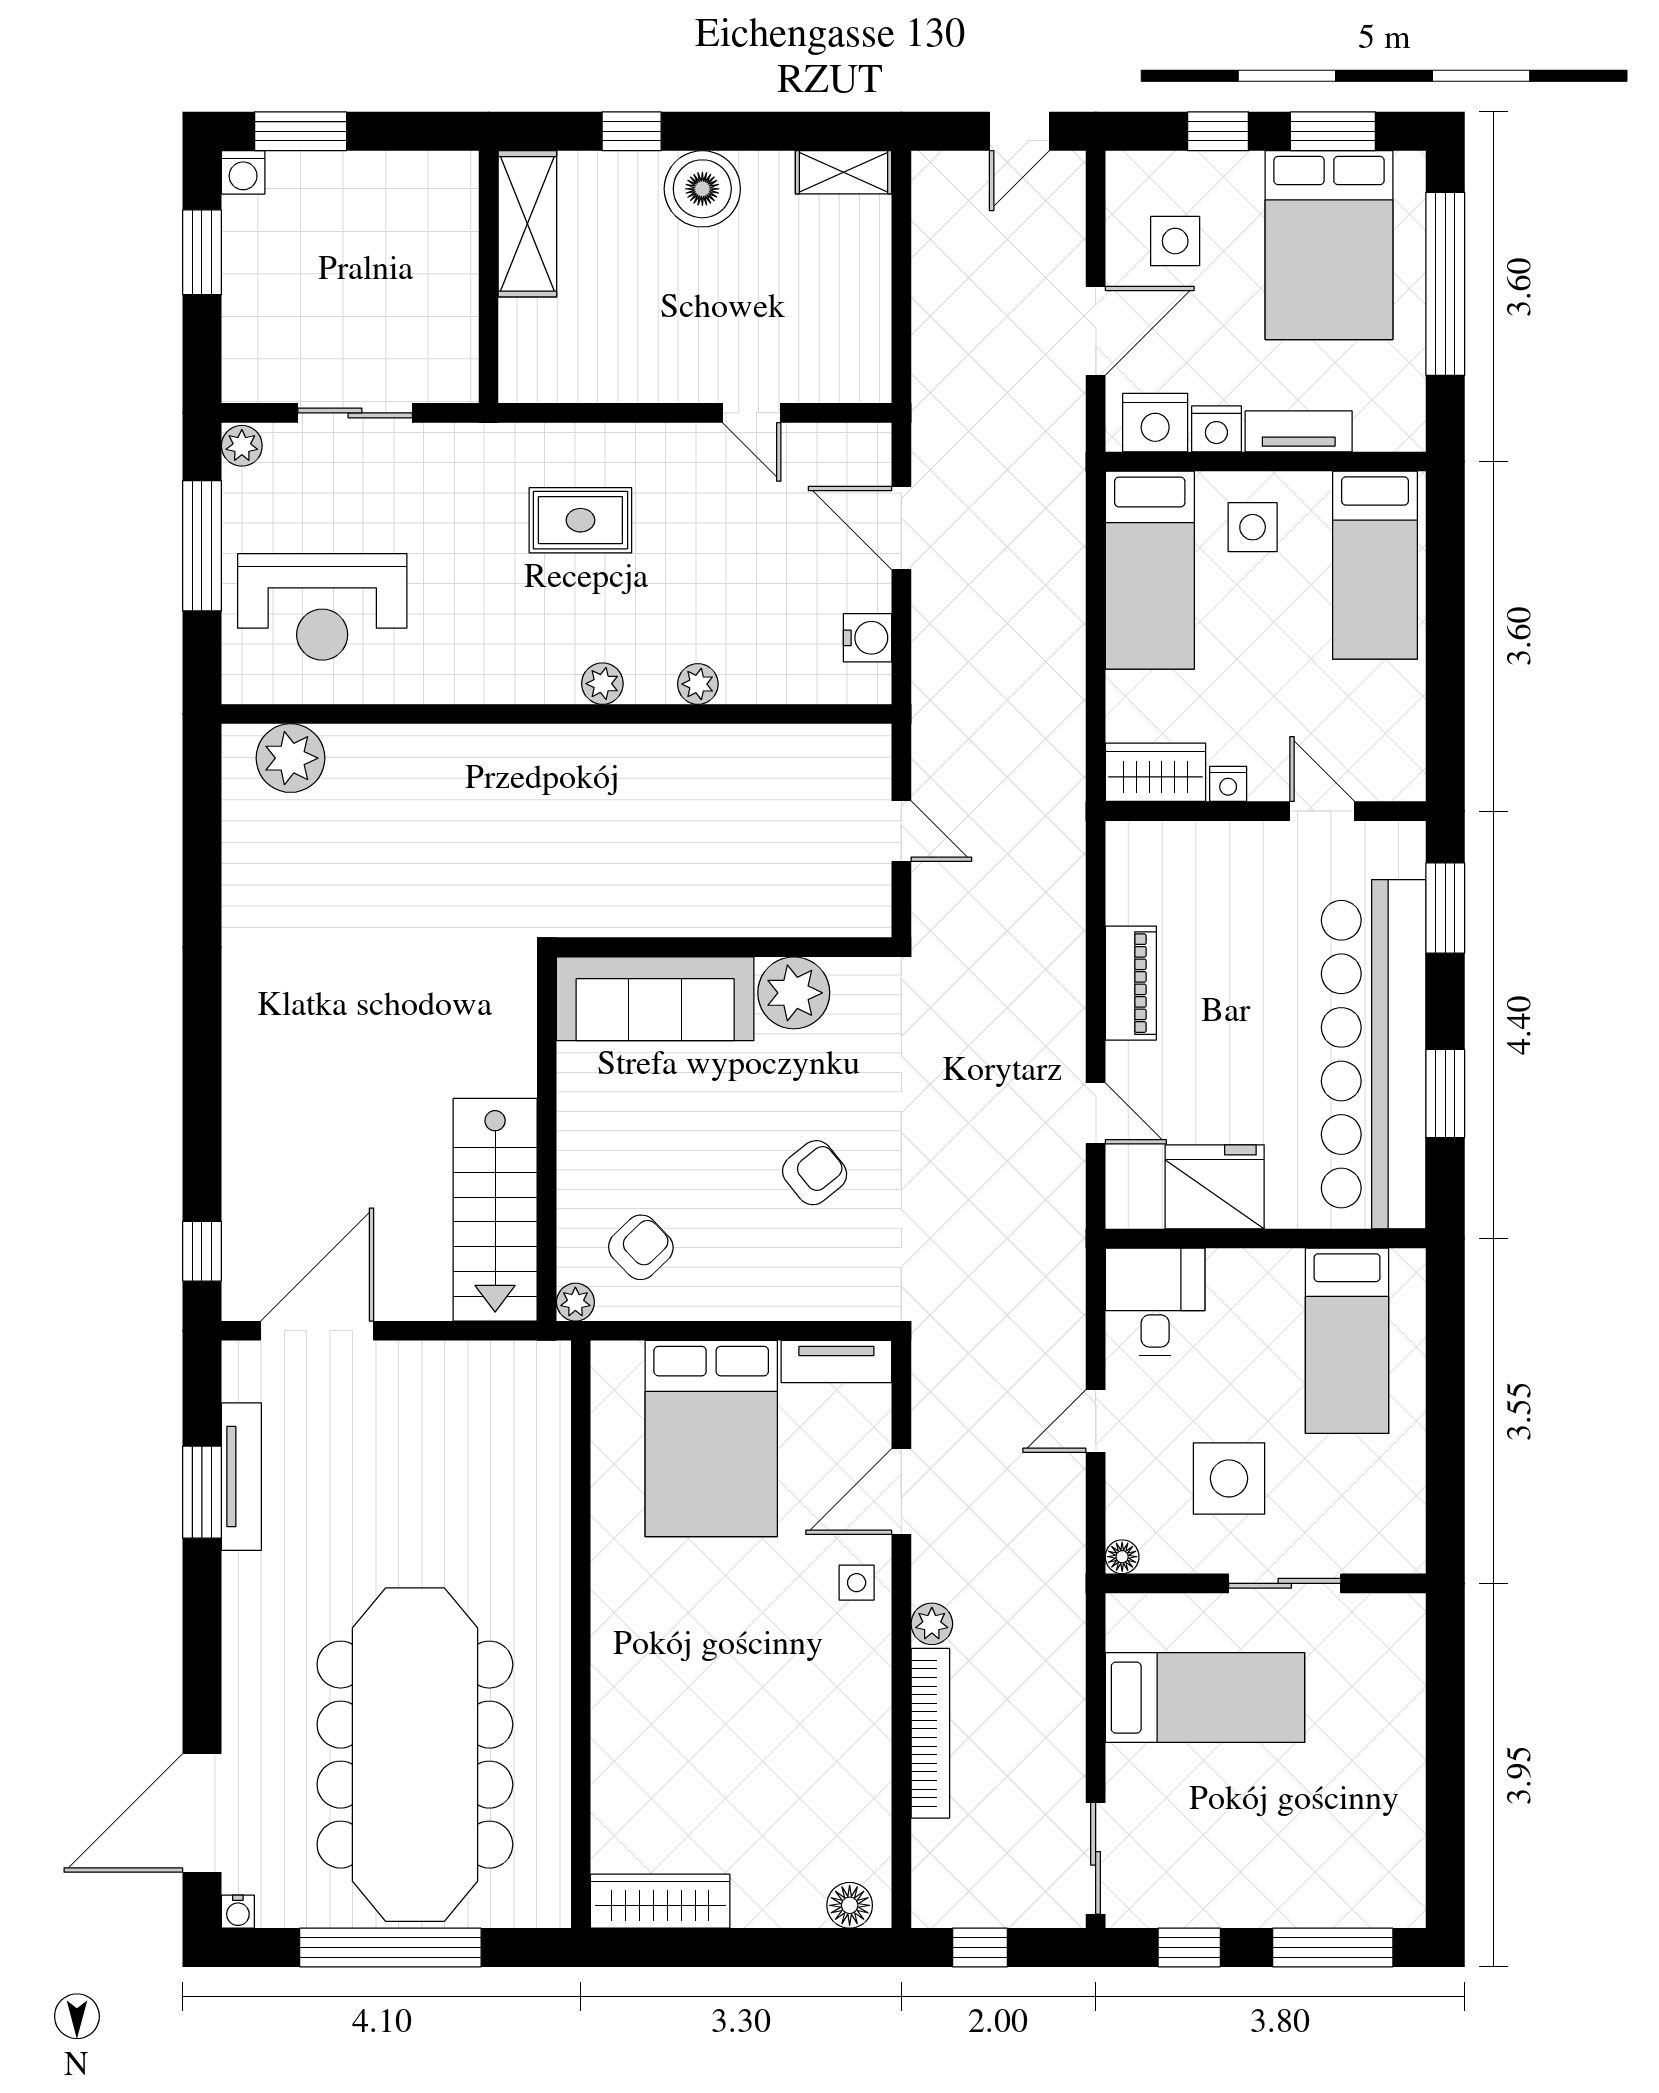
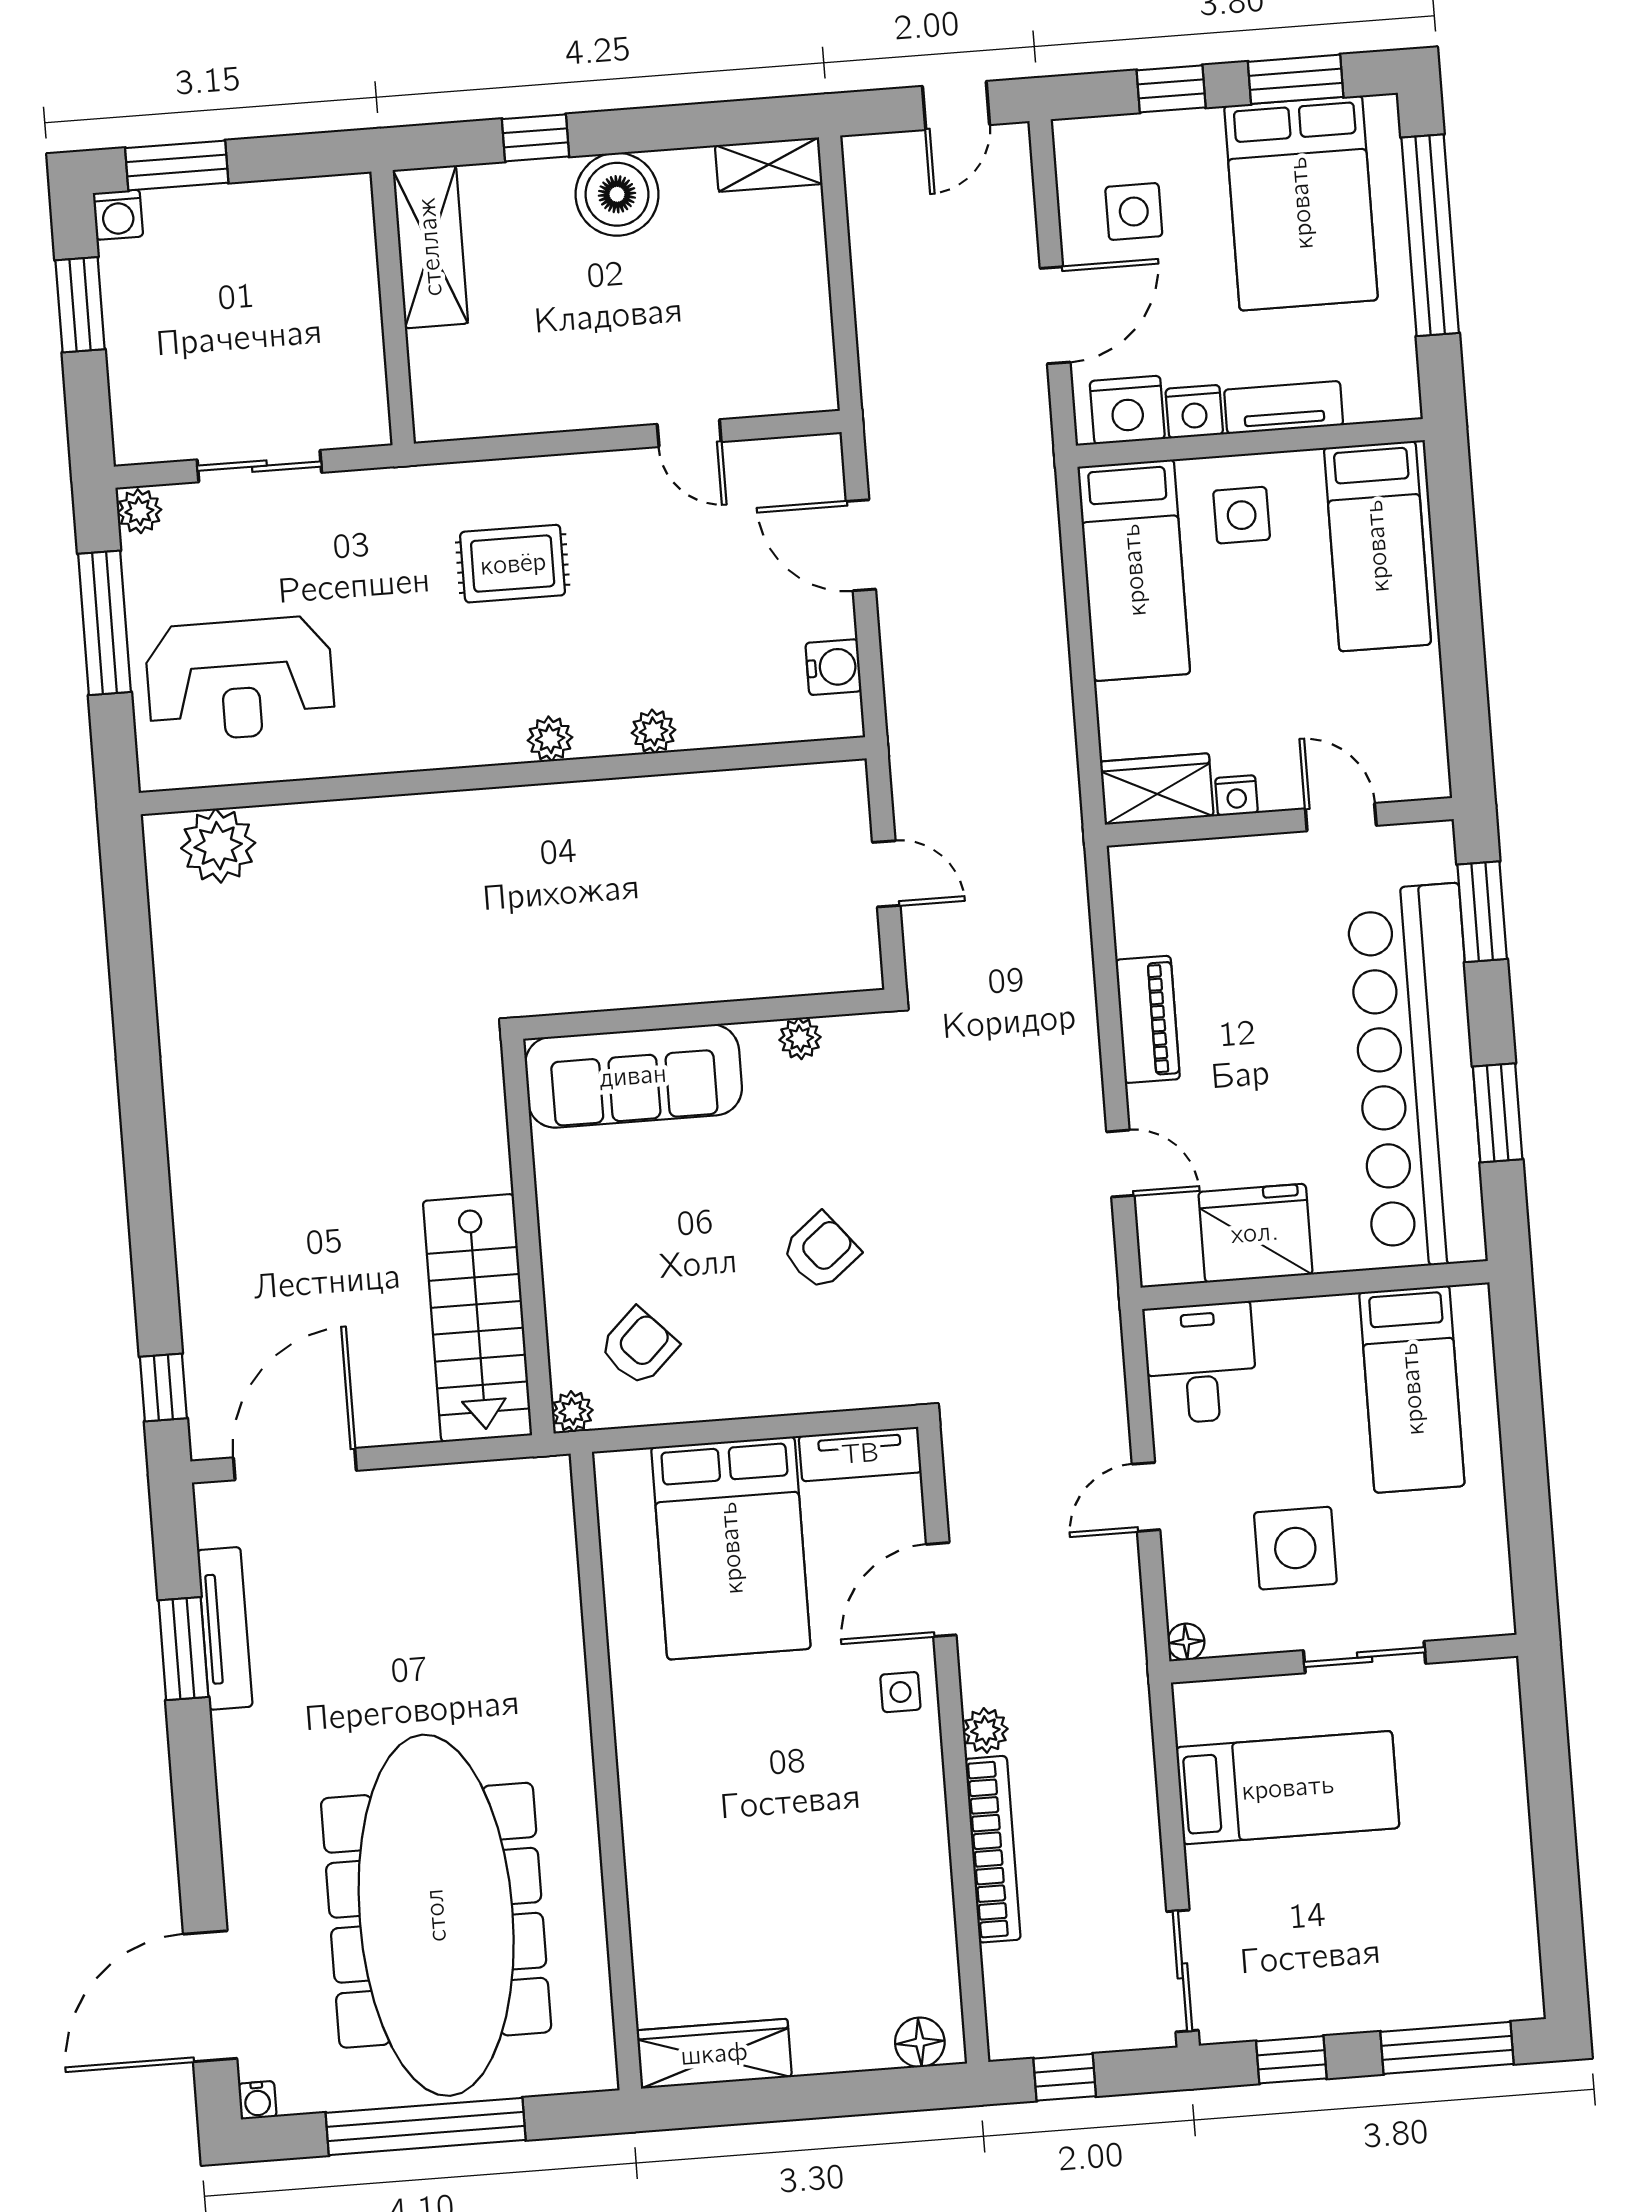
plant: (794, 993) -> (800, 1038), width x0.53, depth x0.53

